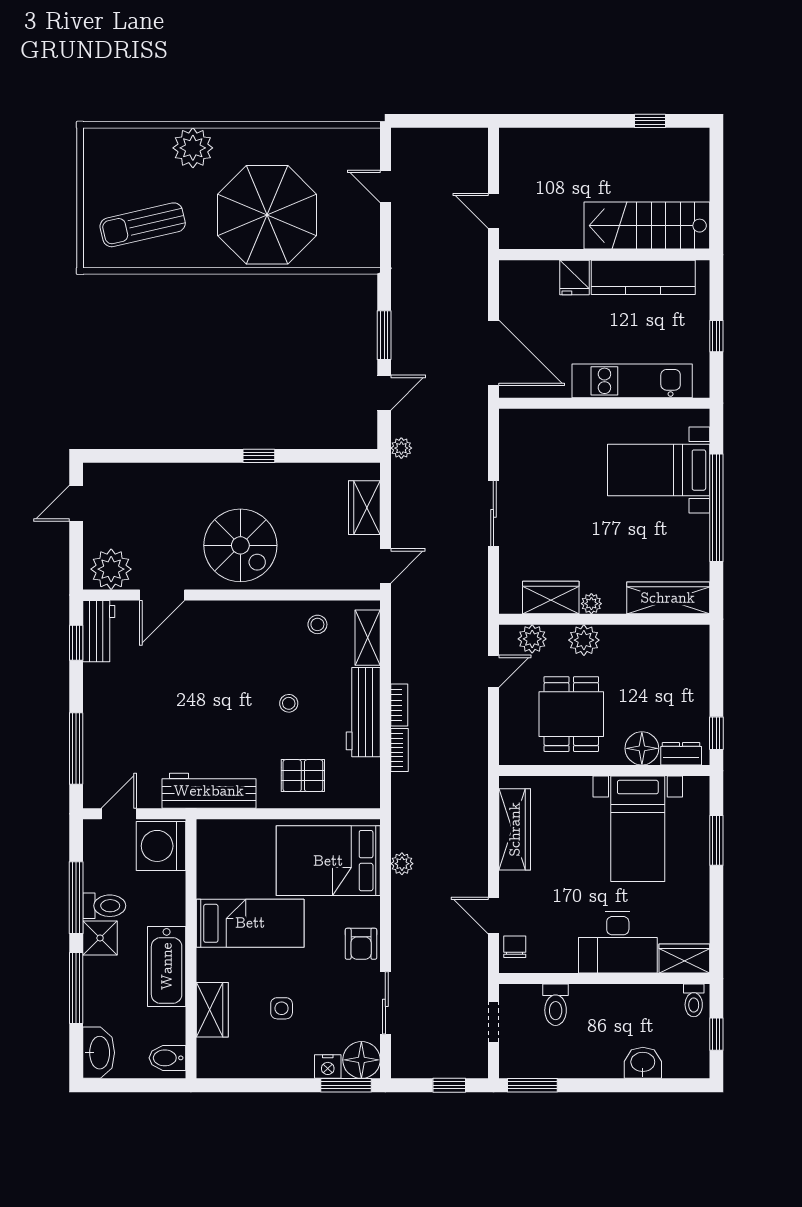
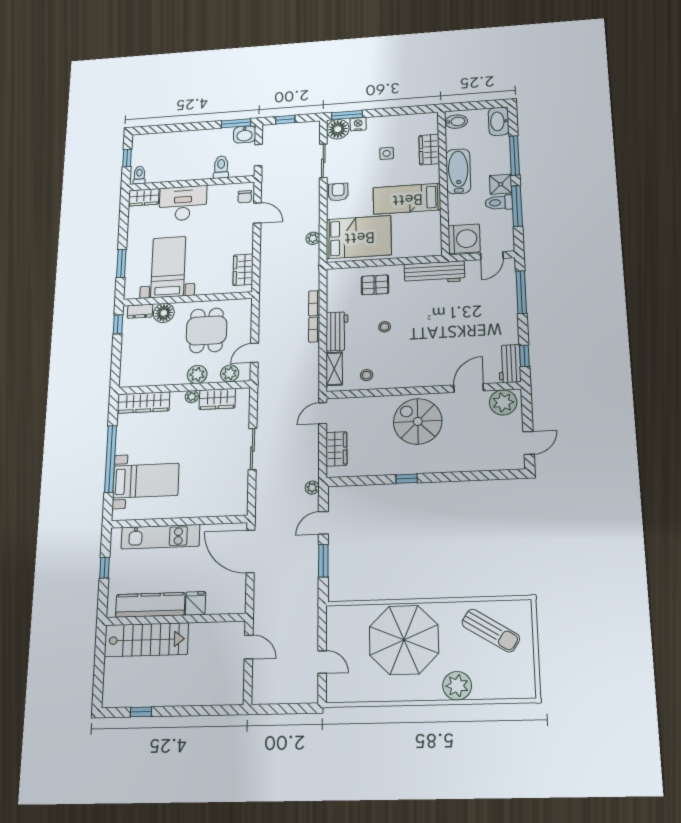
sun lounger: (143, 225) -> (491, 631), turned 45
workbench: (363, 712) -> (337, 331), width x0.73
wardrobe: (515, 829) -> (243, 270), width x0.67
washbasin: (643, 1063) -> (245, 134), moved

